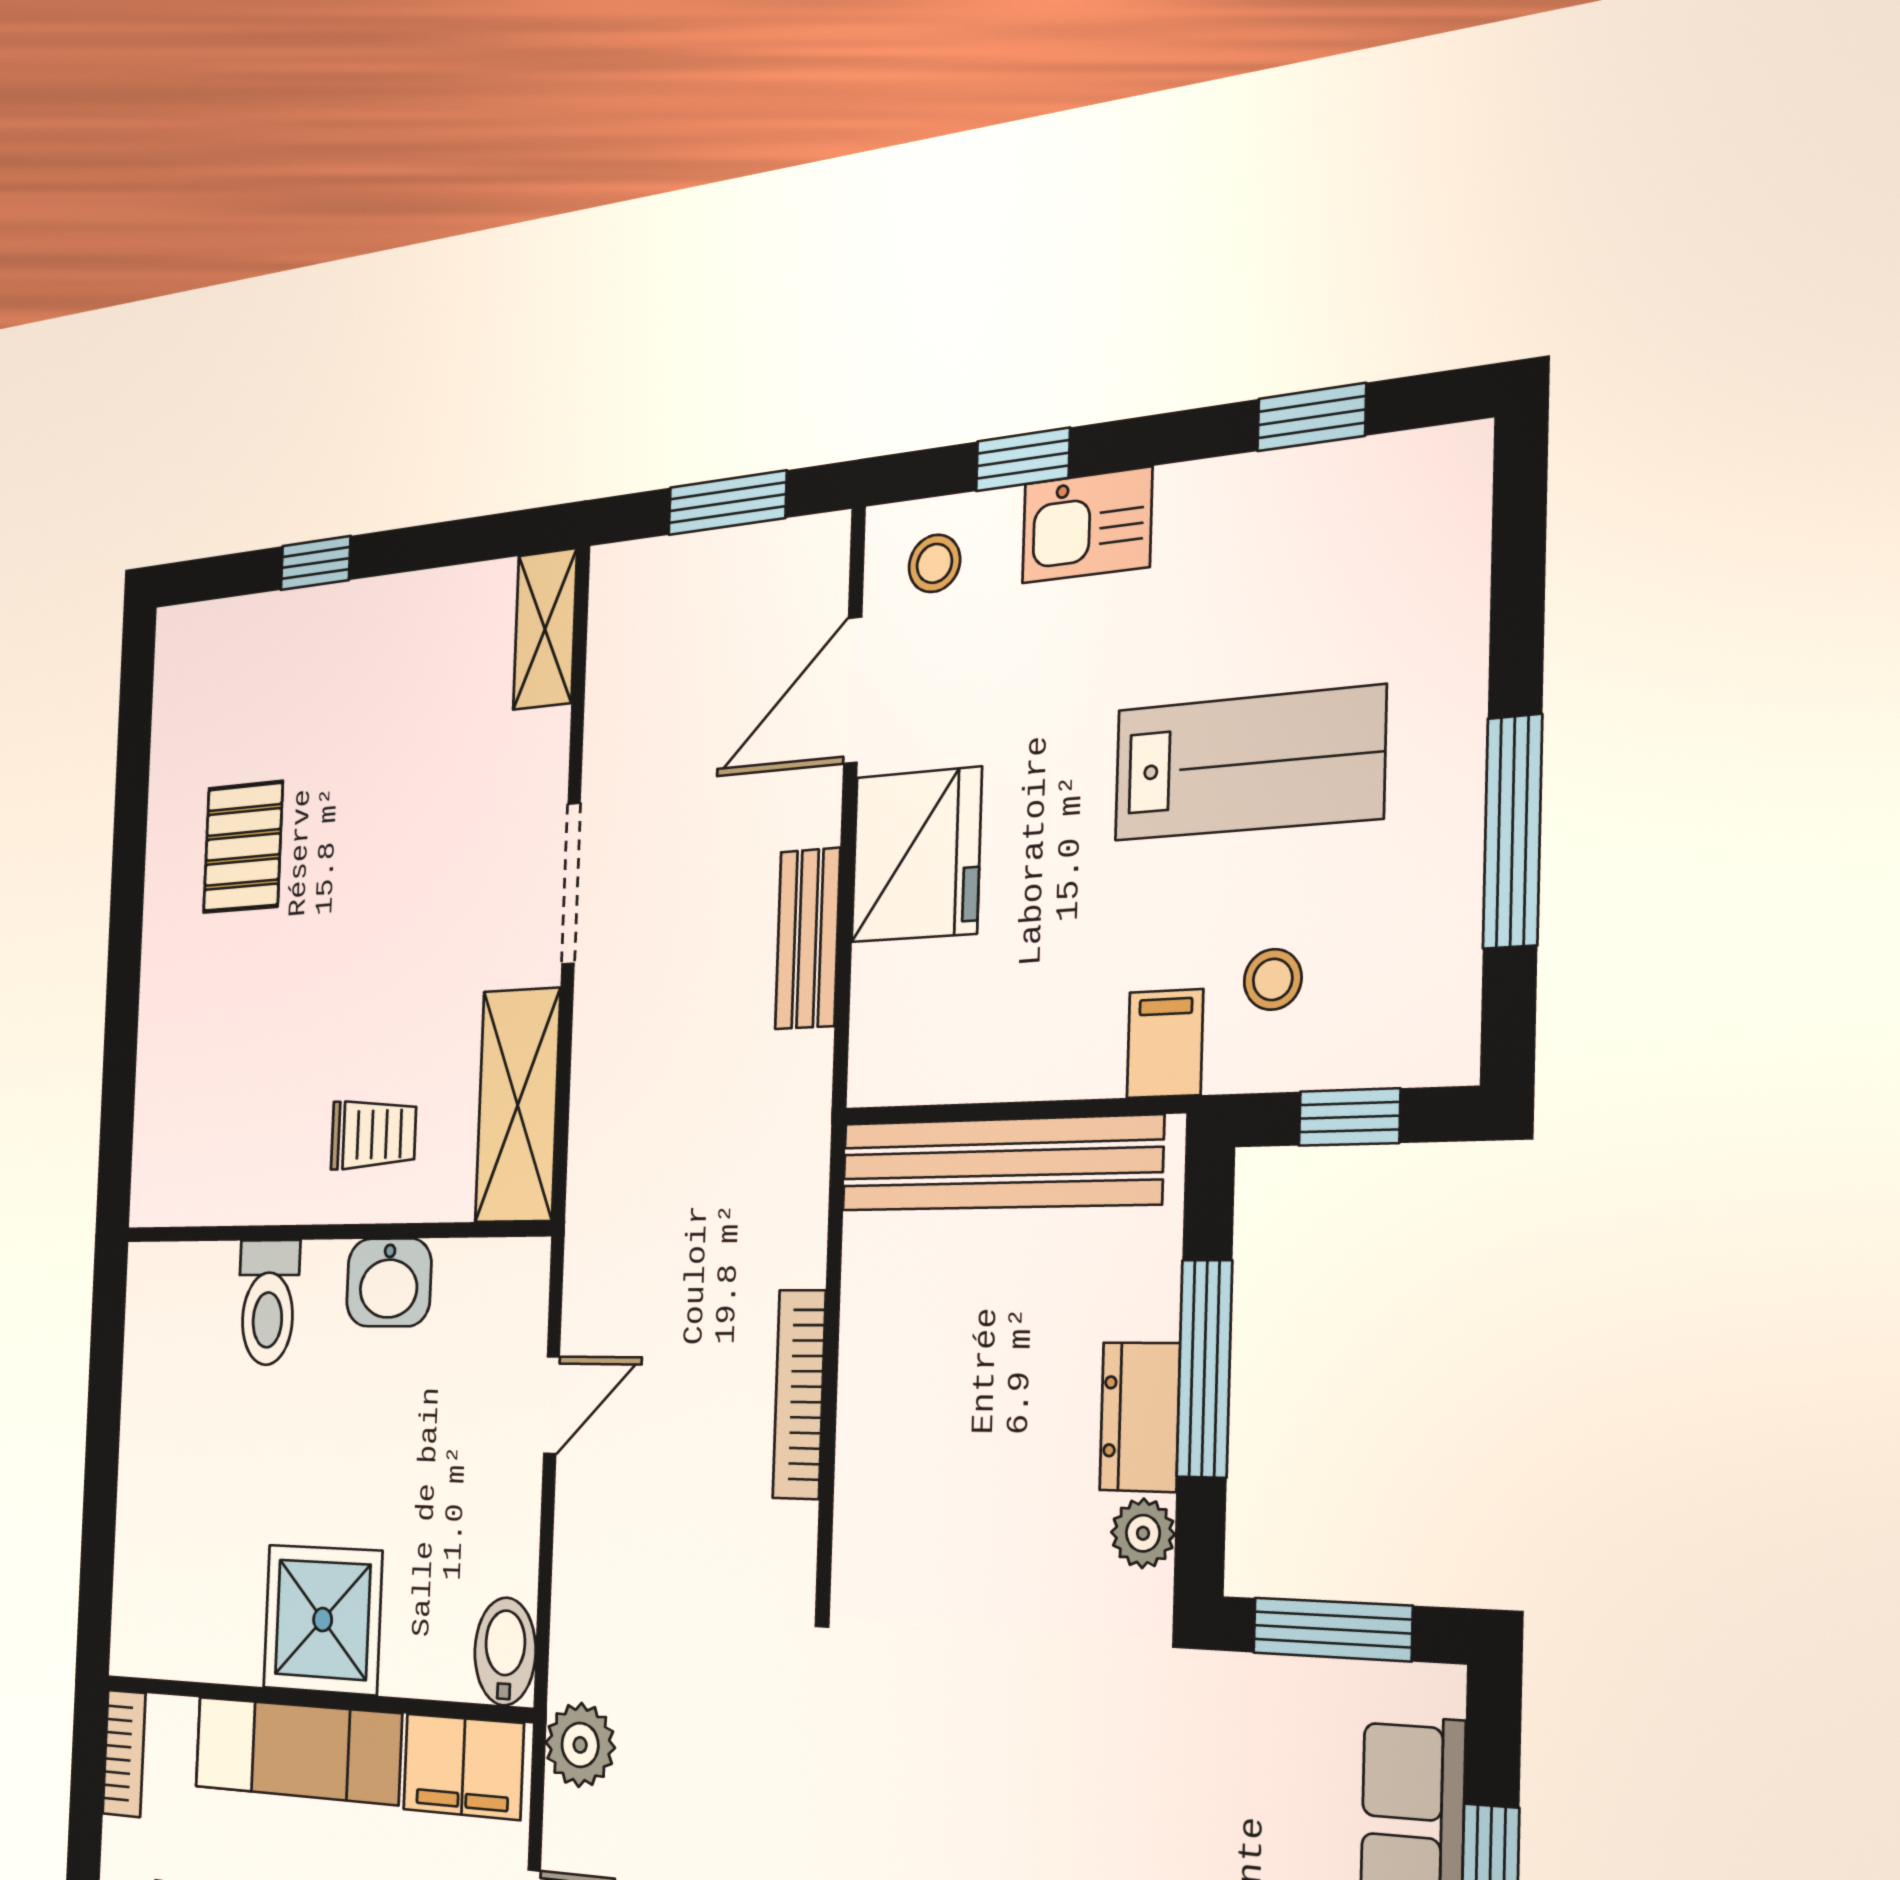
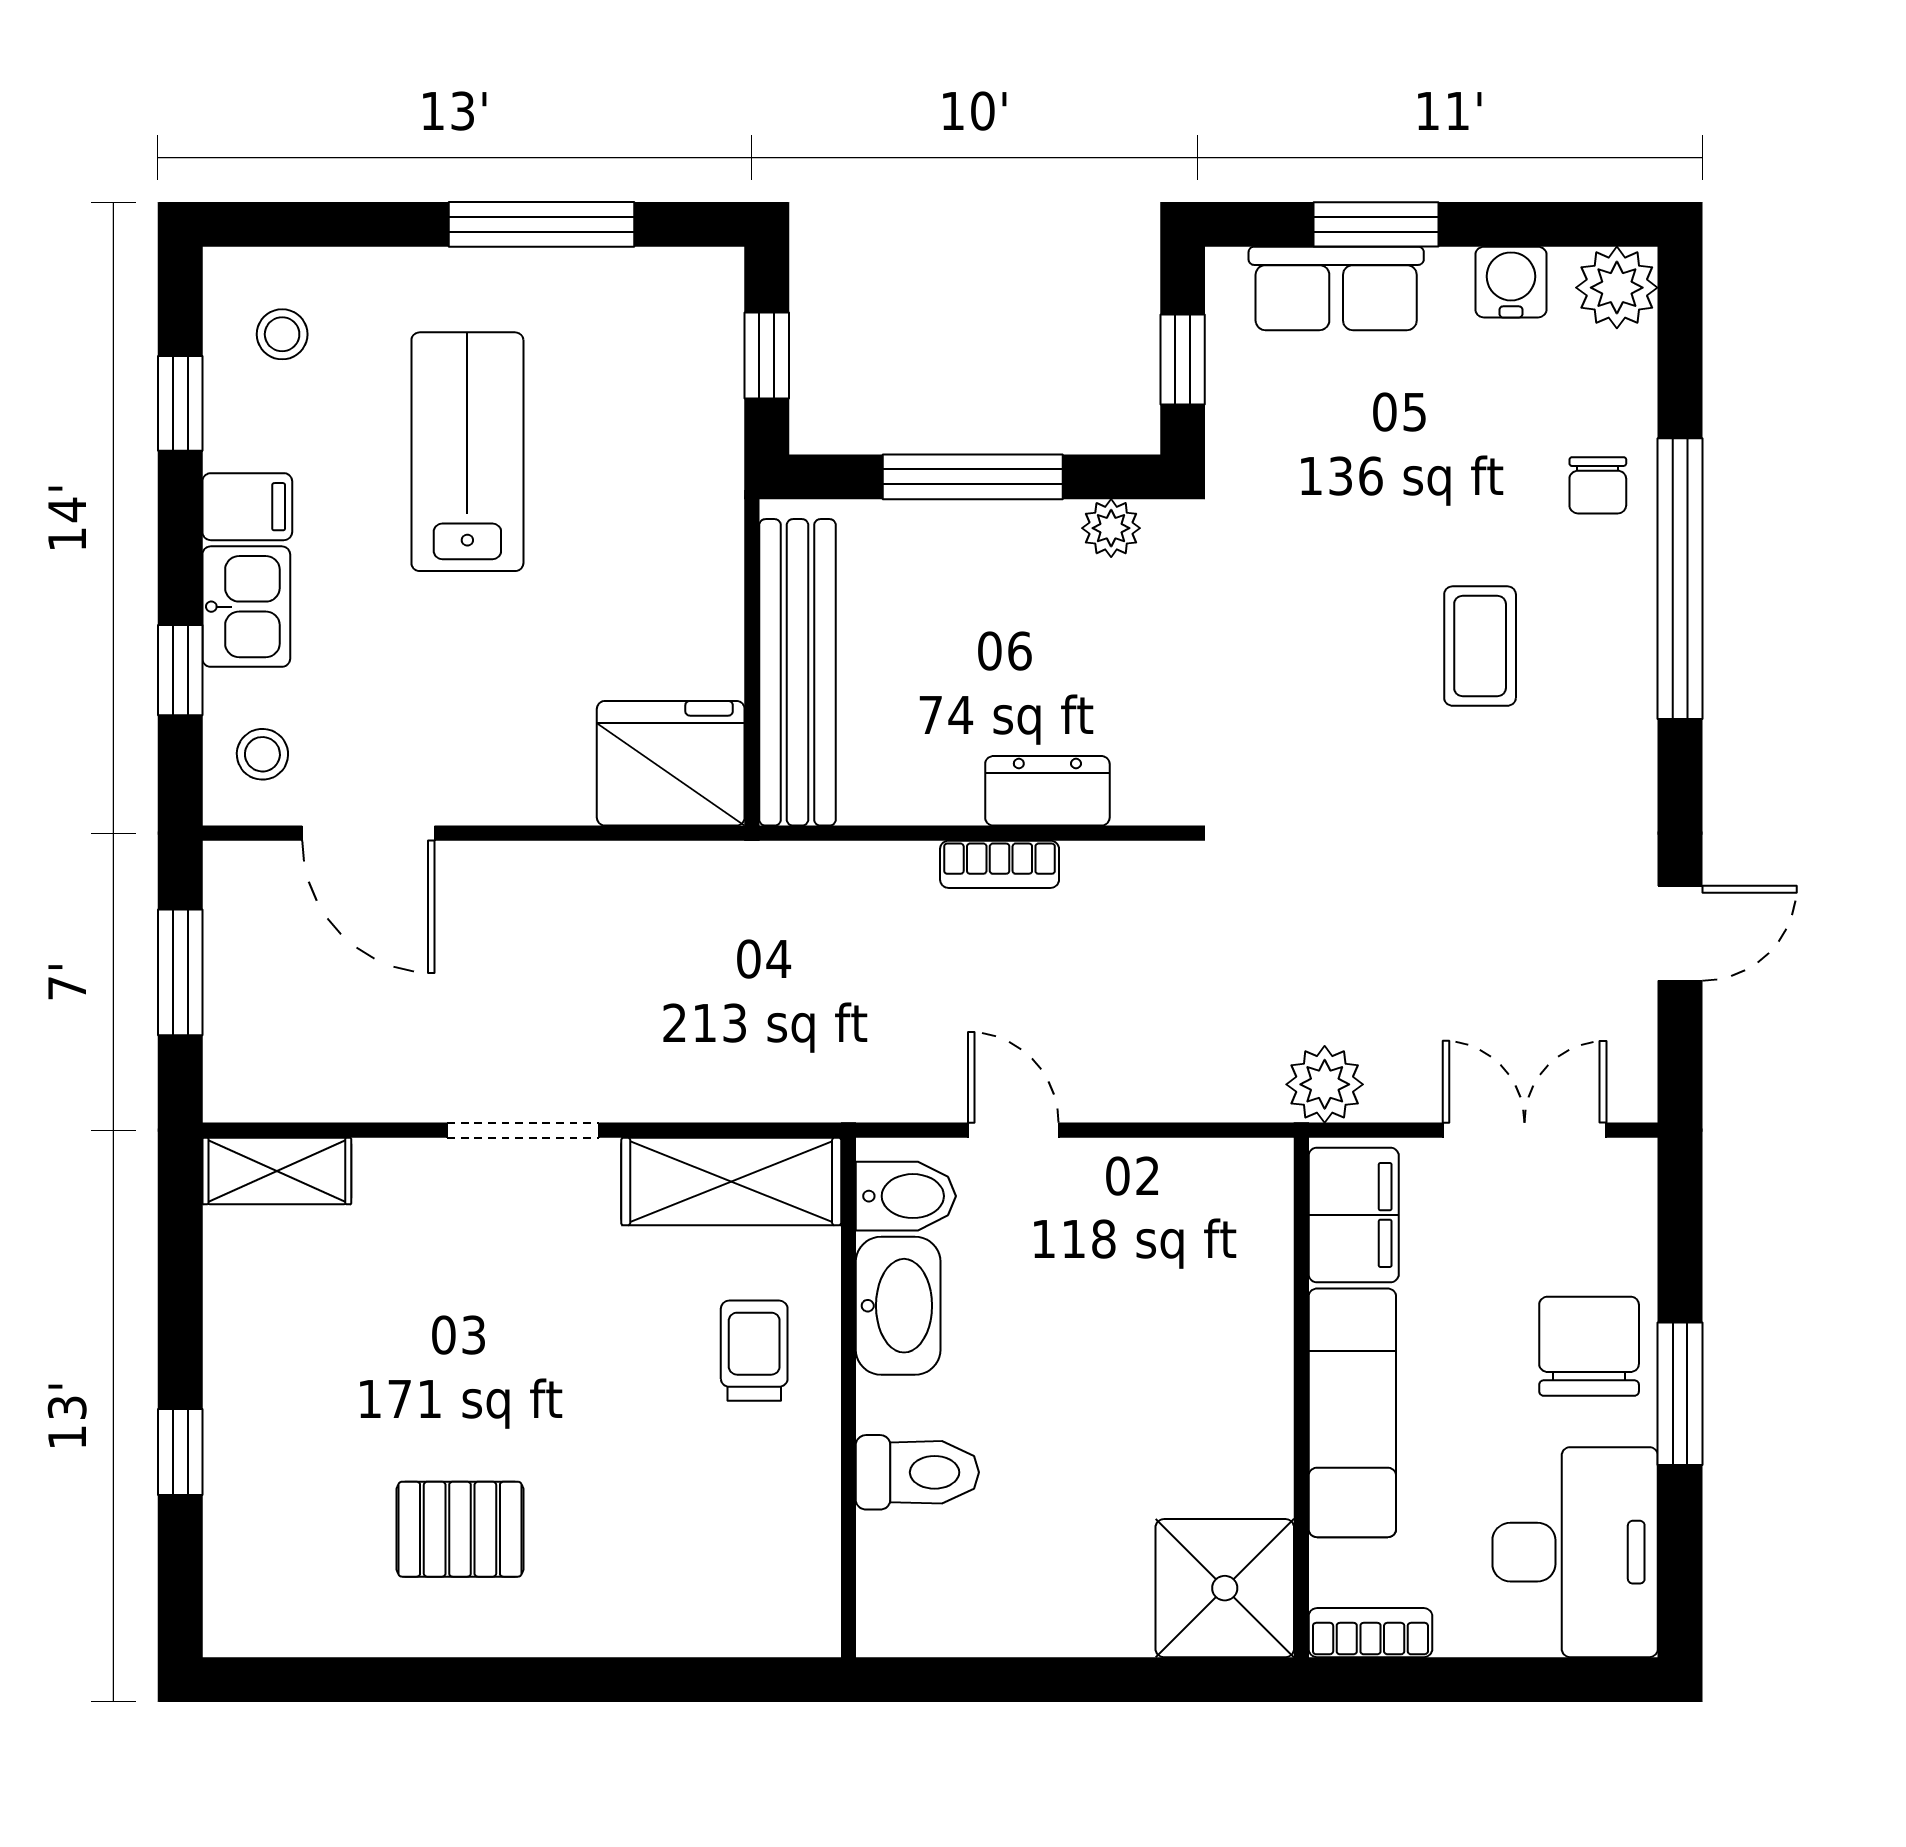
fridge: (916, 855) -> (671, 763), moved
bench: (808, 939) -> (590, 871), removed
stool: (1273, 979) -> (282, 334), moved
filing cabinet: (1165, 1044) -> (247, 507), moved, turned 180
washbasin: (389, 1282) -> (898, 1306), width x1.38
bookcase: (799, 1394) -> (1000, 864), width x0.64
dresser: (1140, 1417) -> (1047, 791), moved, turned 180
shower: (323, 1620) -> (1225, 1588), moved
window: (1332, 1629) -> (1183, 360), width x0.67
bidet: (505, 1651) -> (906, 1196), moved, turned 180

